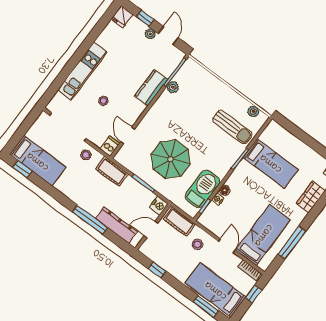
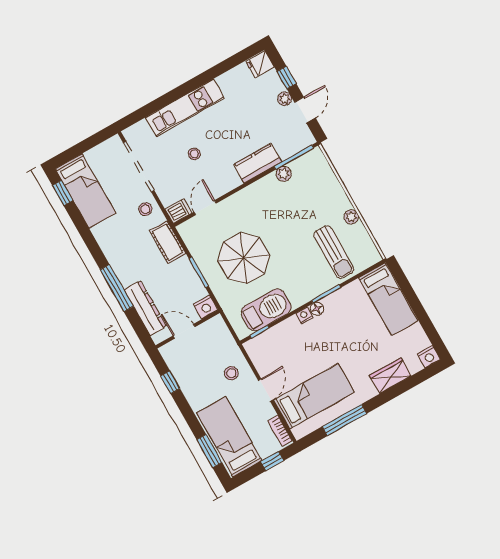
plant: (253, 111) -> (351, 217), moved
bed: (271, 163) -> (388, 299), moved
floor lamp: (225, 190) -> (317, 309), moved
nightstand: (218, 199) -> (304, 316), moved
cot: (179, 222) -> (222, 337), removed

